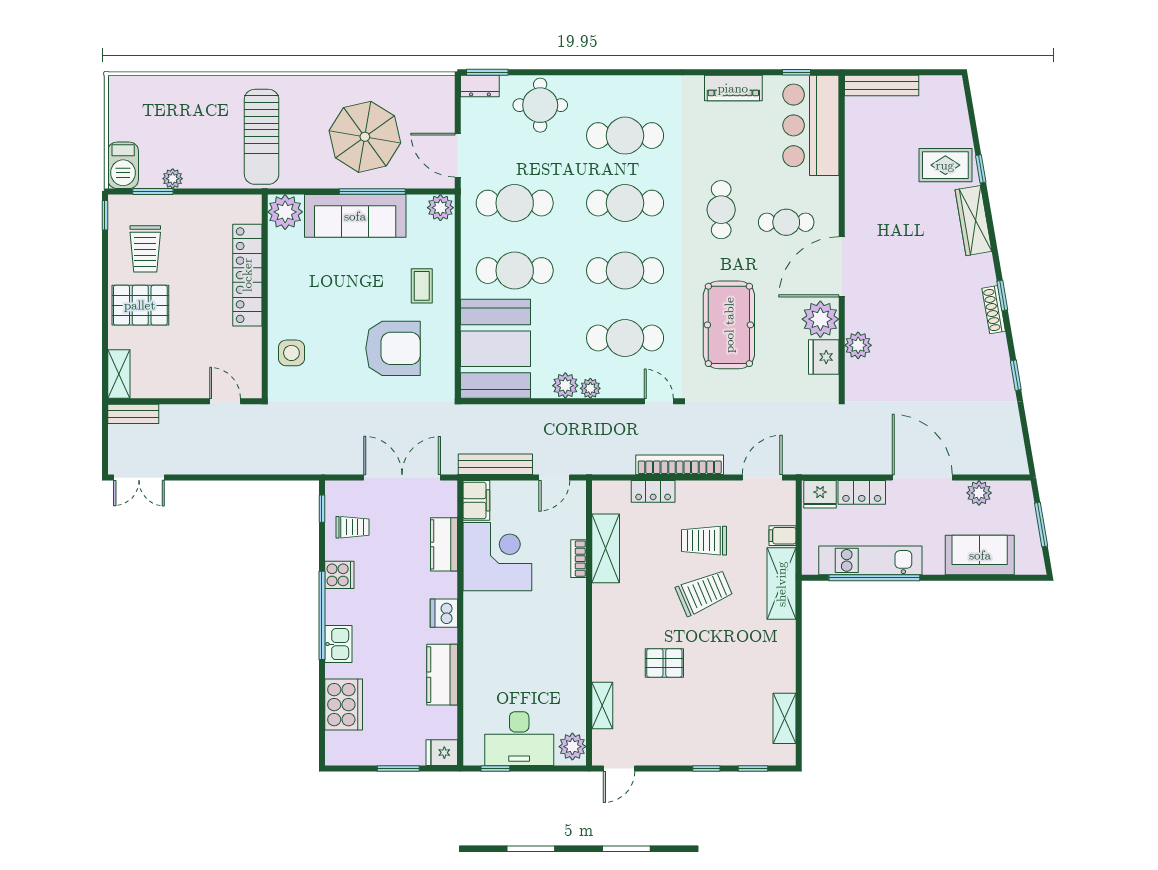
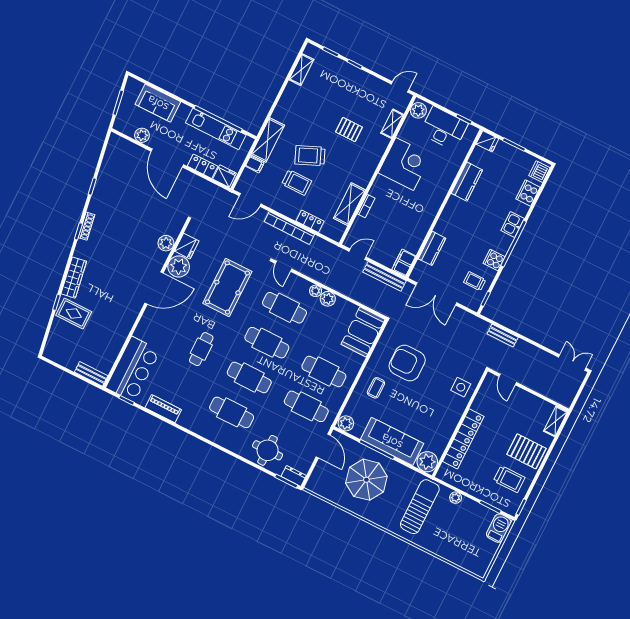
bench: (882, 86) -> (91, 374), width x0.73
plant: (173, 179) -> (456, 498), moved
cafe table: (786, 222) -> (171, 326), removed
trolley: (145, 249) -> (509, 479), turned 90
booth: (496, 349) -> (363, 332), width x0.73, depth x0.70
bench: (133, 414) -> (503, 336), moved
corner desk: (497, 557) -> (405, 164), moved, turned 180
dishwasher: (444, 613) -> (539, 172), moved, turned 180
cooker: (344, 705) -> (528, 193), width x0.73, depth x0.76

